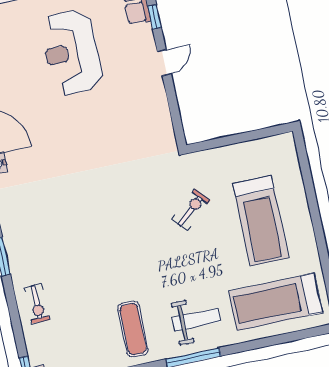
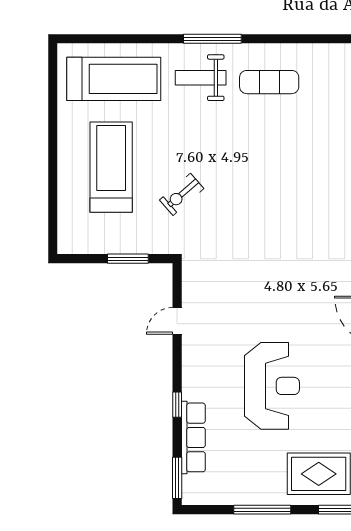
door: (164, 63) -> (177, 321), moved
window: (228, 140) -> (128, 259), added
exercise mat: (133, 329) -> (269, 82), turned 90

